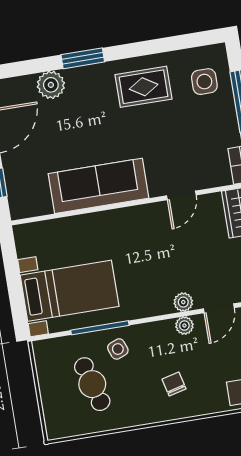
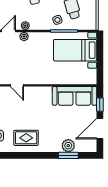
window: (83, 58) -> (68, 155), moved
sofa: (98, 186) -> (74, 96), moved
door: (181, 195) -> (17, 85), swing flipped

